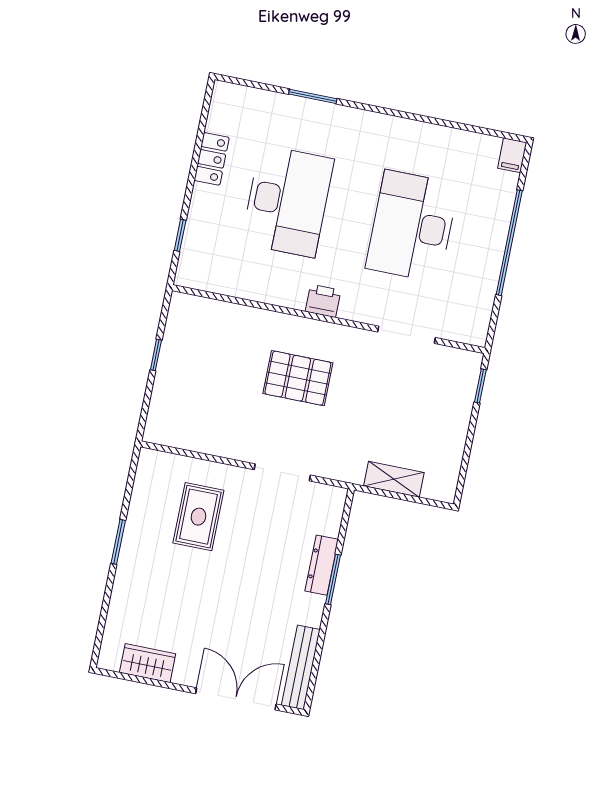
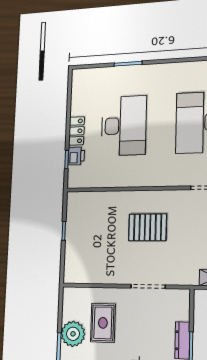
locker: (212, 159) -> (77, 131), moved
printer: (323, 301) -> (76, 156), moved, turned 90
plant: (146, 526) -> (73, 334), added

